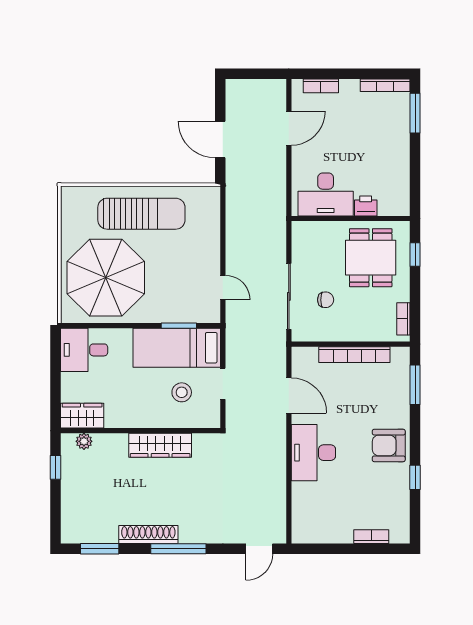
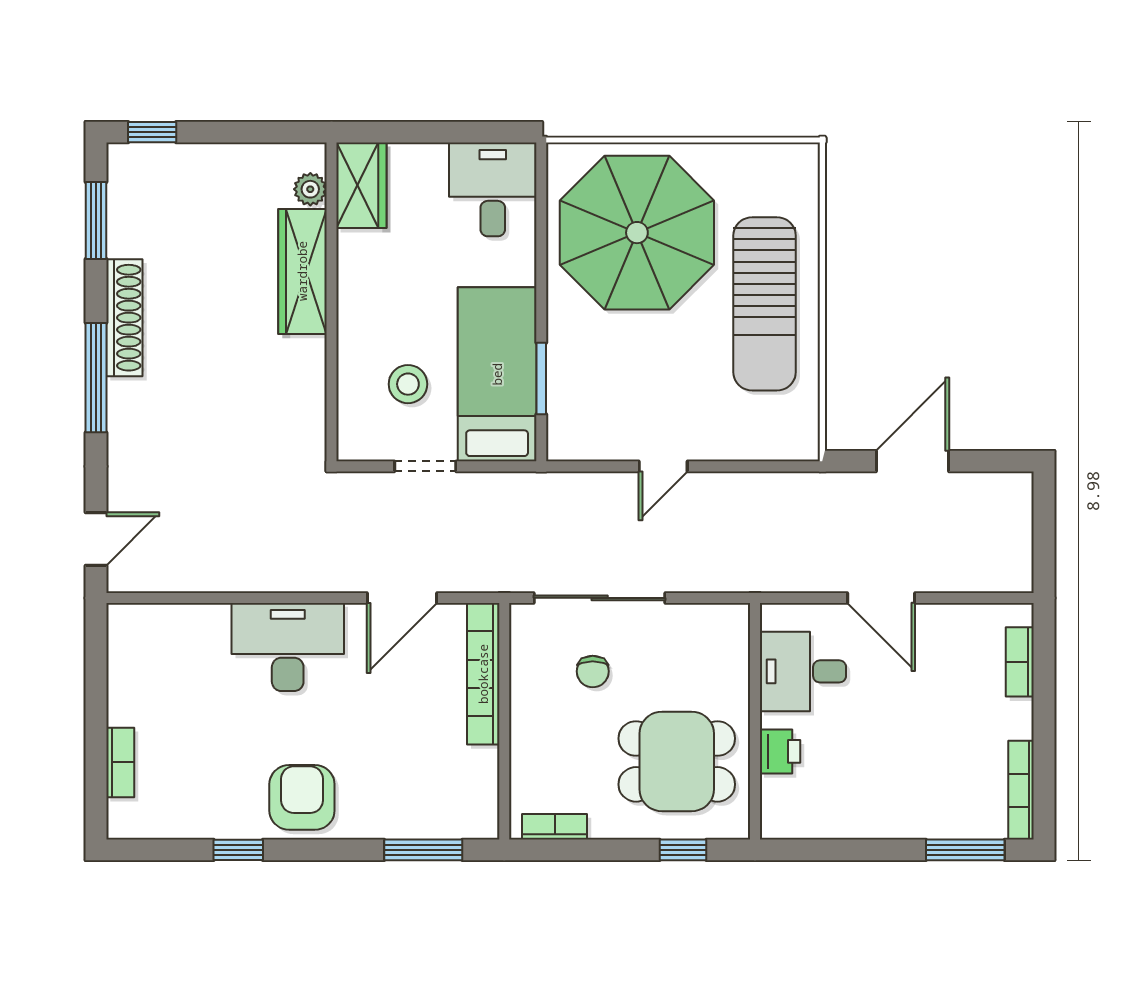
door: (289, 128) -> (881, 598), moved
desk: (326, 194) -> (803, 671), width x0.73
door: (223, 288) -> (663, 466), moved
bookcase: (354, 355) -> (483, 674), moved
wardrobe: (160, 445) -> (302, 271), moved
window: (55, 467) -> (152, 132), moved
door: (259, 549) -> (96, 539), swing flipped

